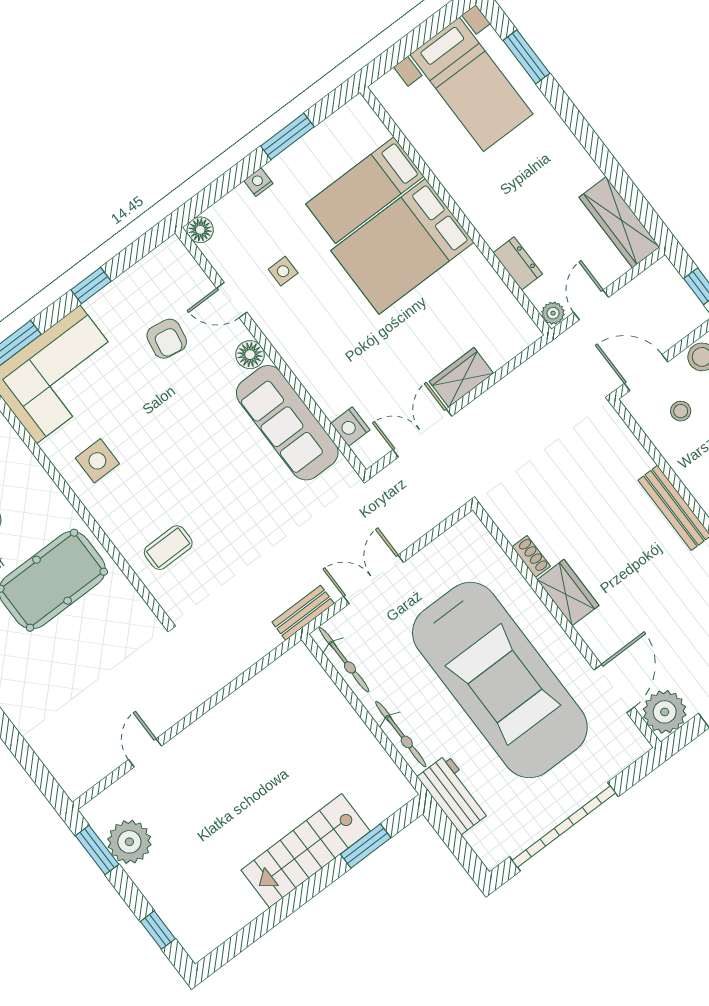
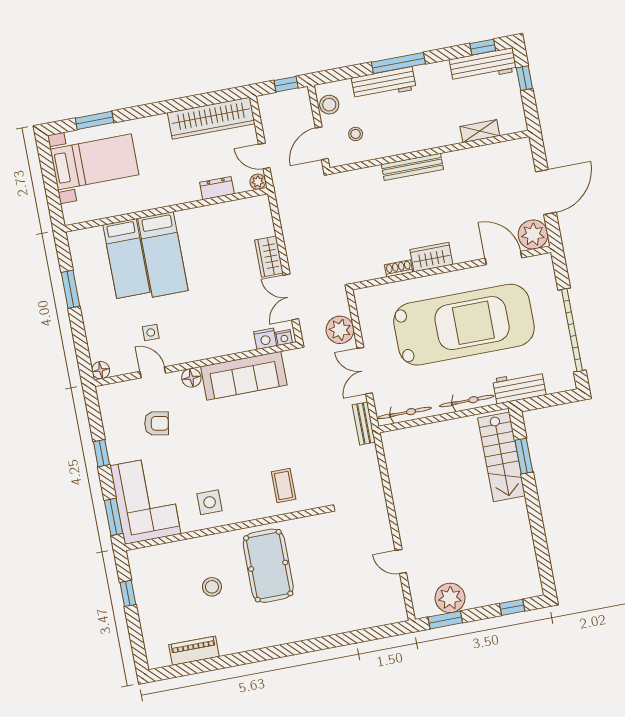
nightstand: (258, 182) -> (284, 338), moved, turned -90
wardrobe: (619, 222) -> (211, 118), width x1.40, depth x1.17
bed: (402, 246) -> (163, 254), width x0.67
door: (232, 300) -> (153, 372), swing flipped
plant: (411, 520) -> (340, 330), added
stairs: (306, 851) -> (502, 457), moved

